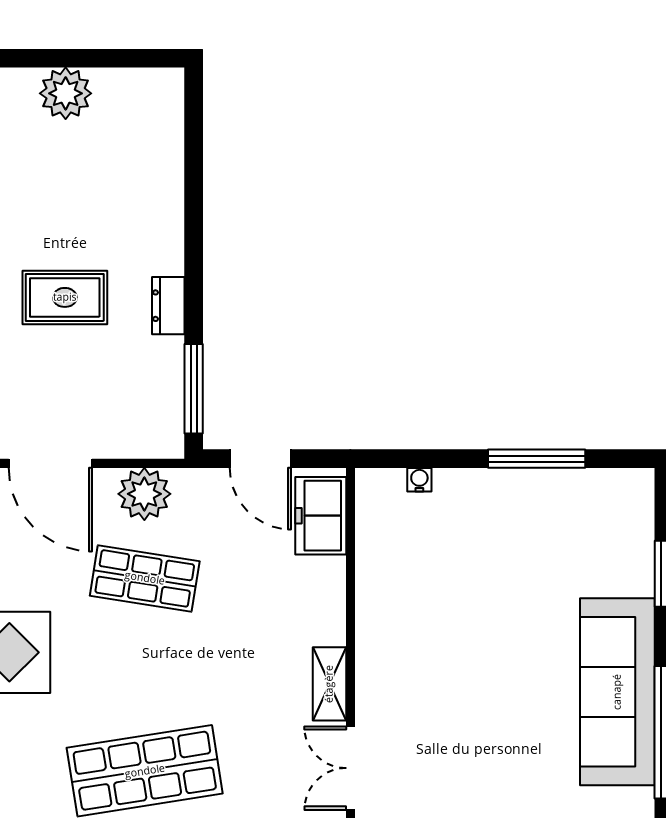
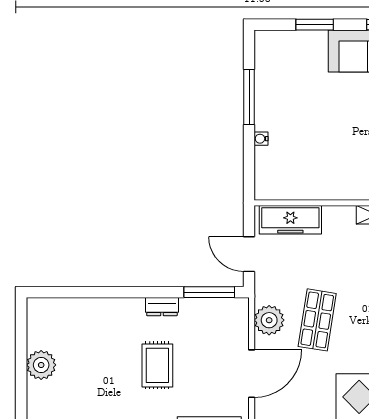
door: (260, 459) -> (249, 254), swing flipped
water cooler: (419, 480) -> (261, 139), moved
freezer: (321, 516) -> (290, 220), width x1.40

